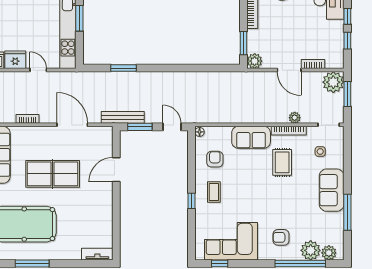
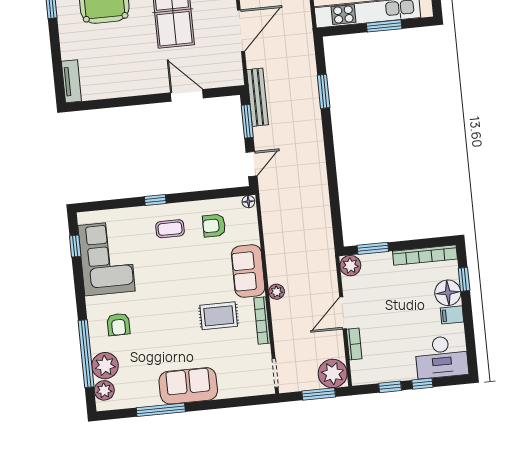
plant: (295, 118) -> (277, 292), moved
side table: (320, 152) -> (238, 365), removed
armchair: (215, 159) -> (214, 226), turned 180
armchair: (281, 237) -> (118, 324), turned 180

